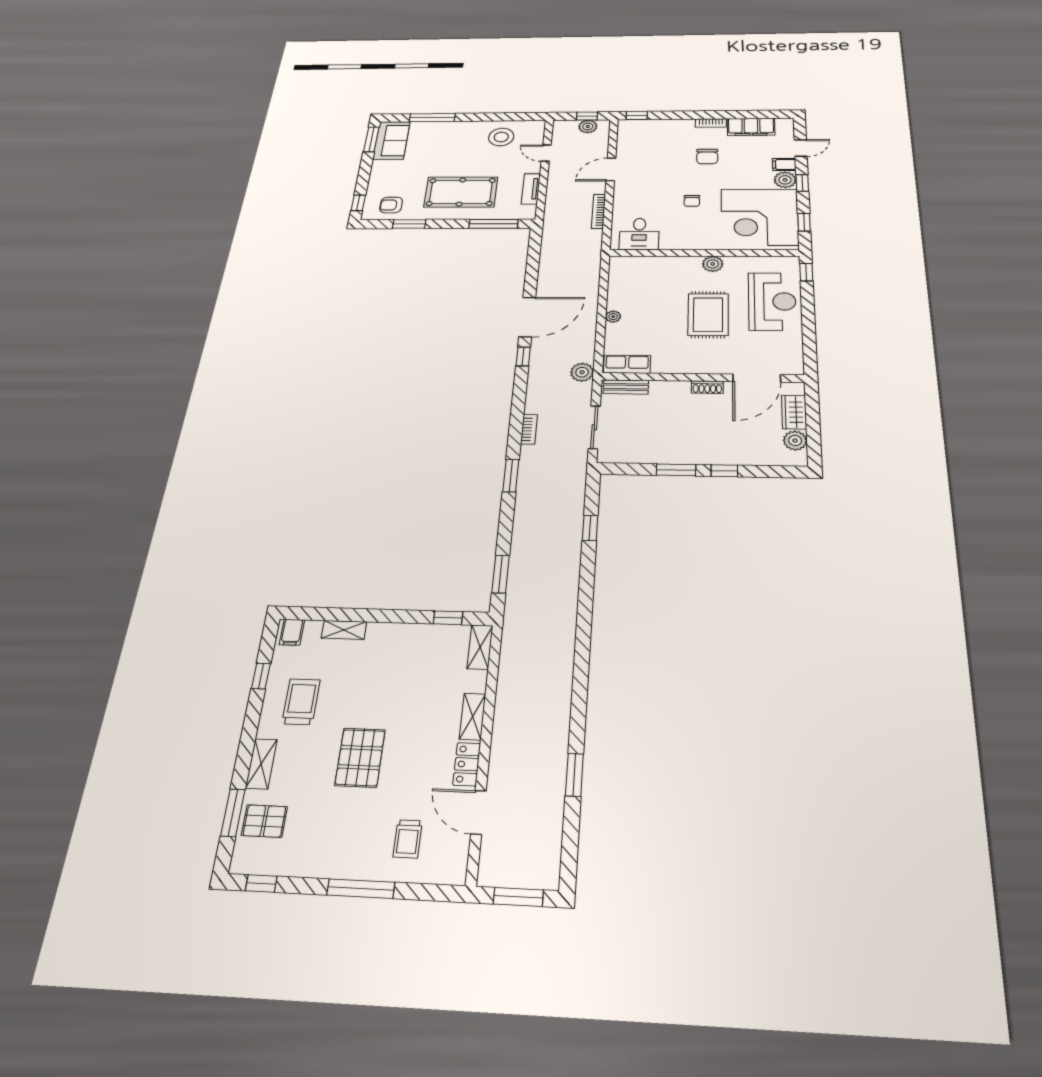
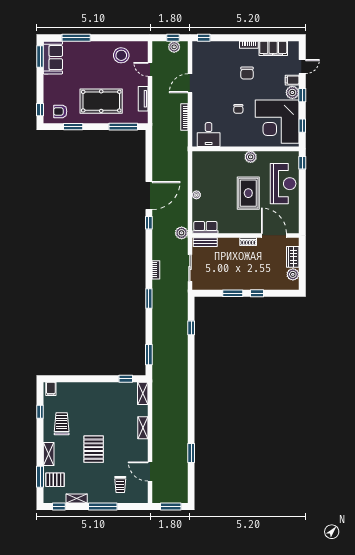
door: (757, 378) -> (274, 235), swing flipped
shelving: (344, 630) -> (77, 499), moved
locker: (467, 764) -> (143, 450), removed

